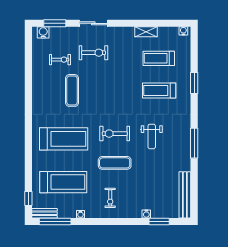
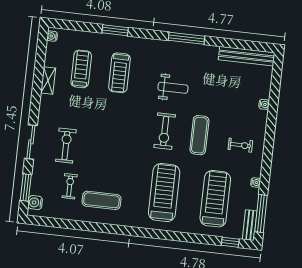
treadmill: (159, 58) -> (81, 69), turned 180
exercise mat: (72, 90) -> (102, 200), moved
window: (159, 221) -> (275, 90), removed

